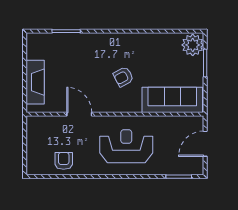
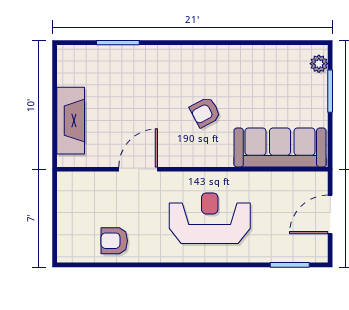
plant: (193, 45) -> (319, 64), width x0.53, depth x0.53
door: (79, 114) -> (138, 169), hinge flipped
armchair: (64, 161) -> (114, 241), turned -90

